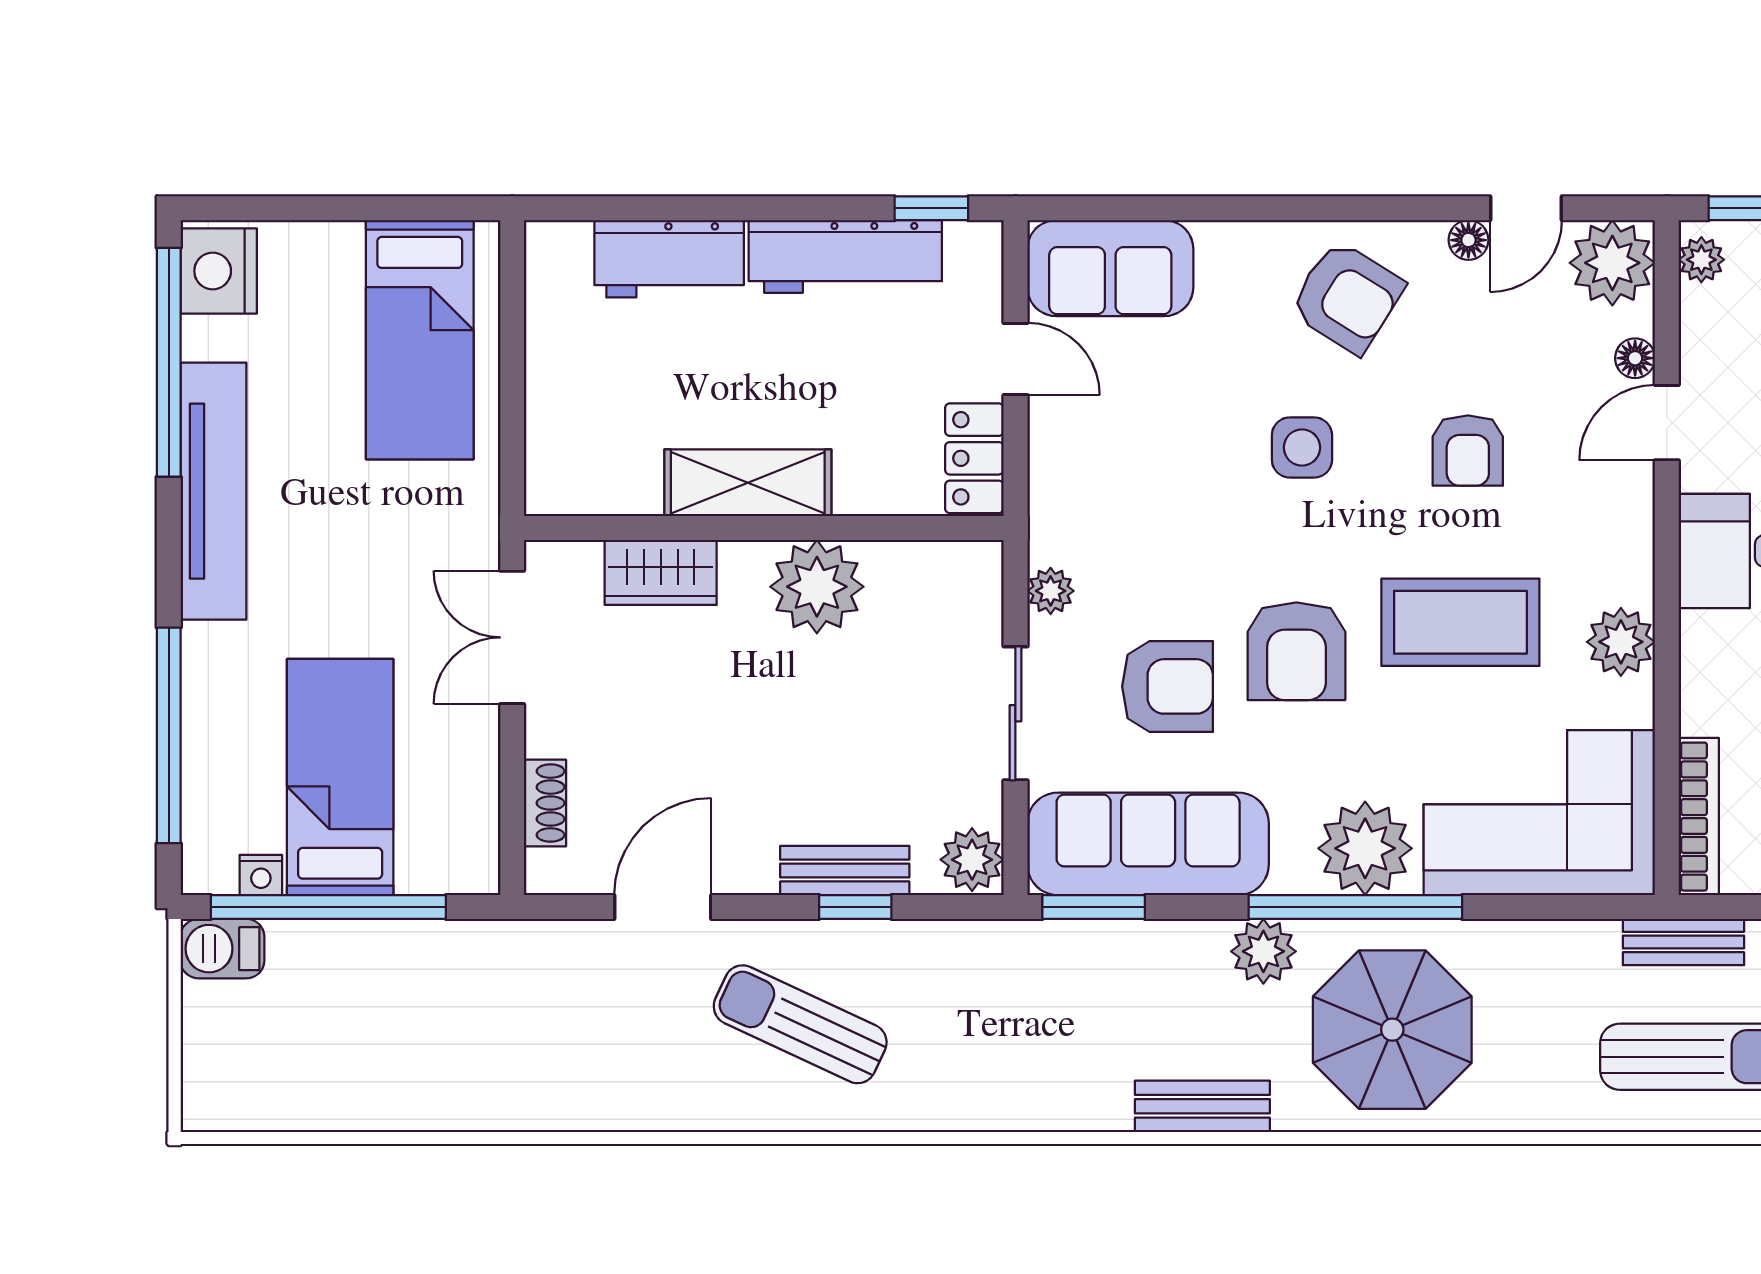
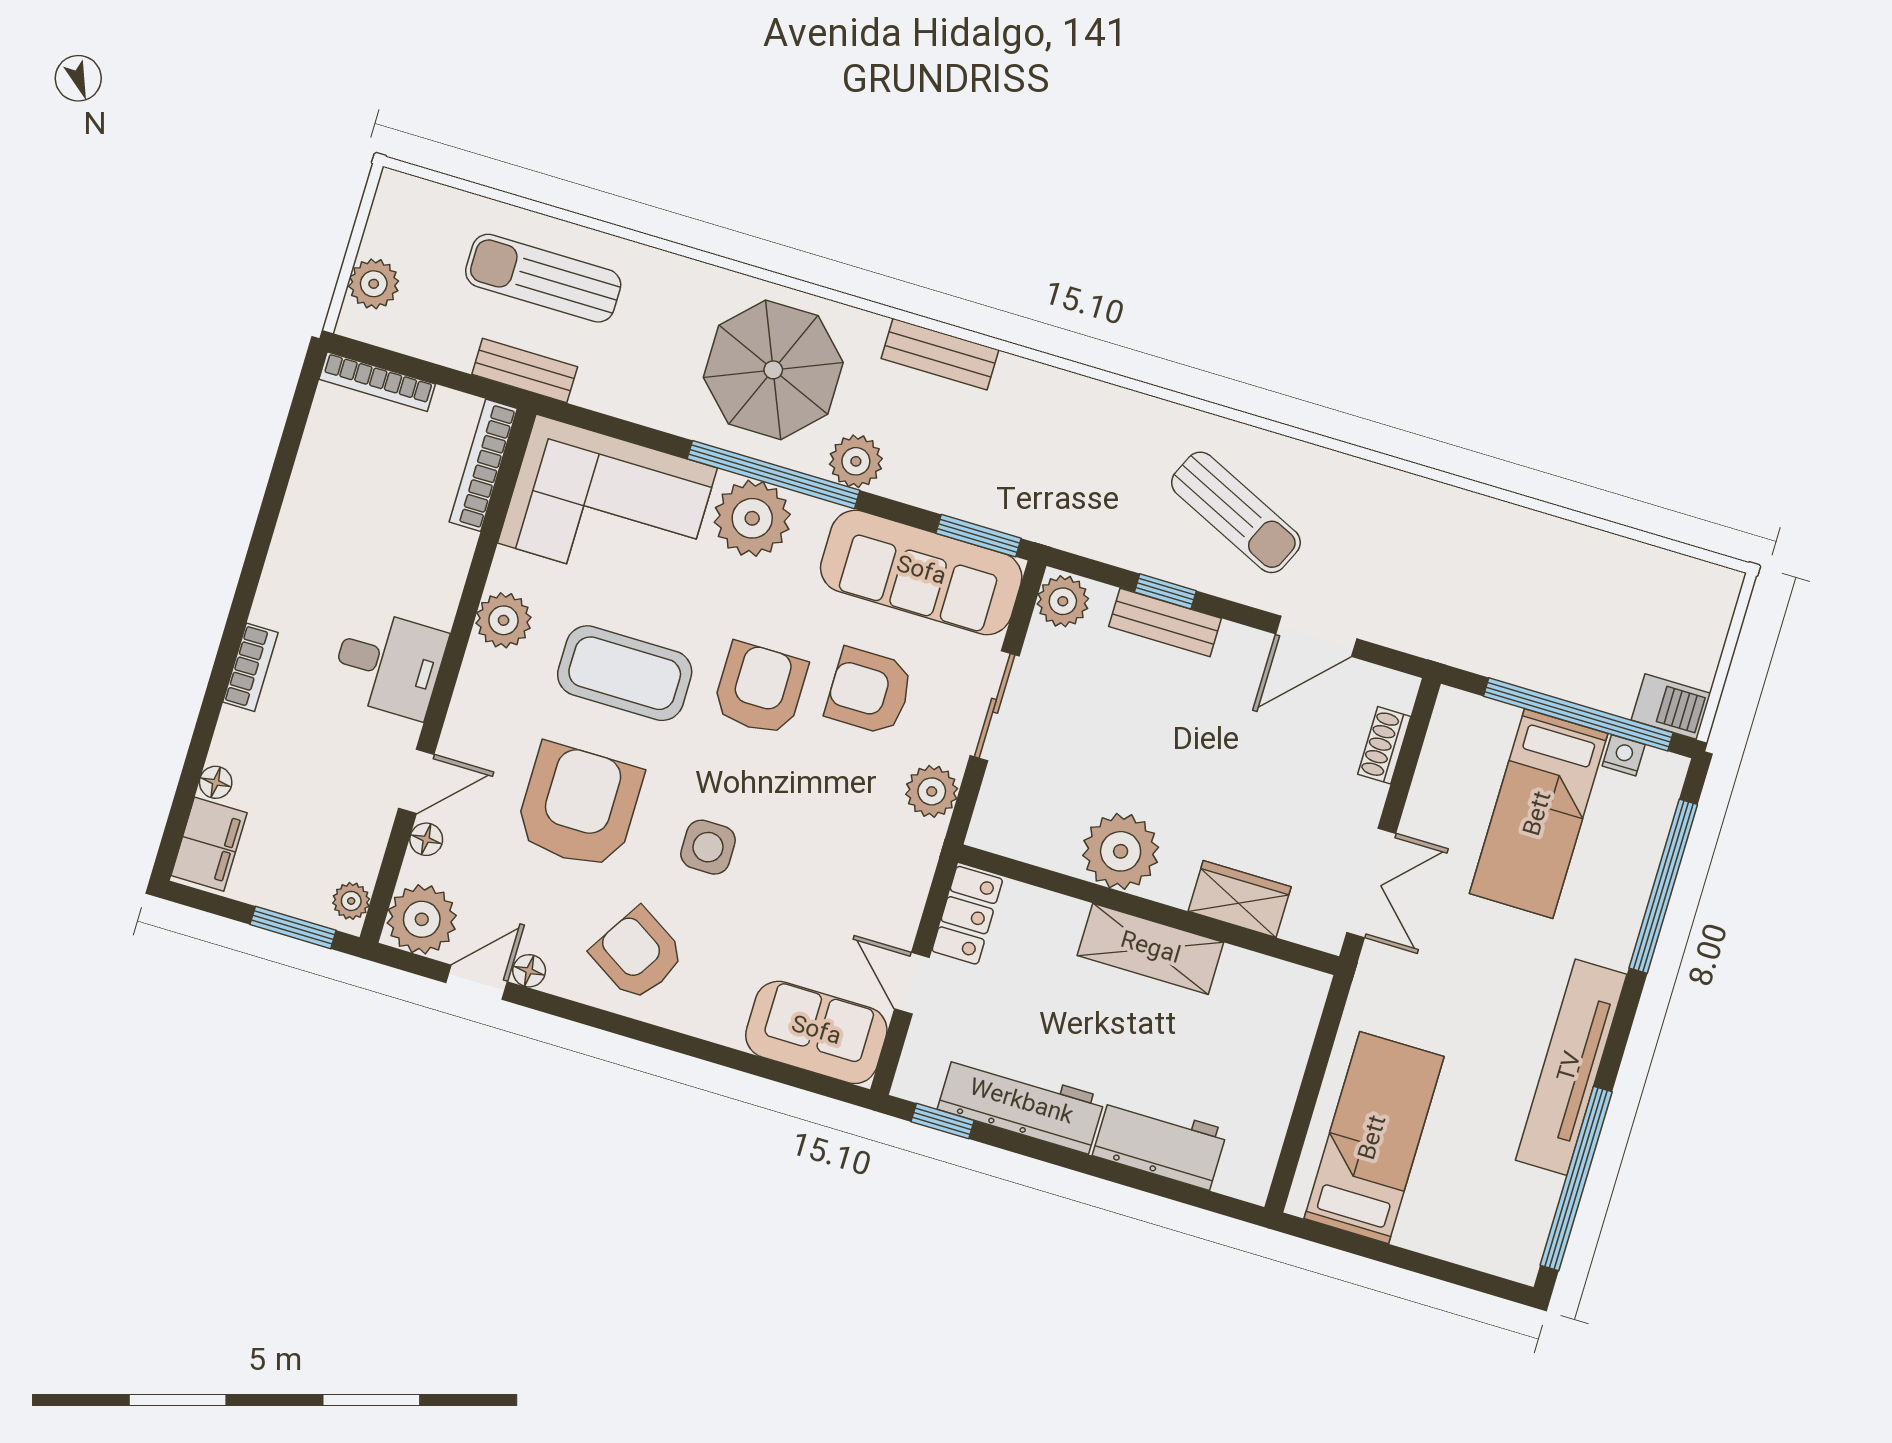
nightstand: (219, 271) -> (1516, 1238), removed
armchair: (1468, 450) -> (579, 806), width x1.88, depth x1.88
plant: (1051, 591) -> (932, 791), width x1.38, depth x1.38

